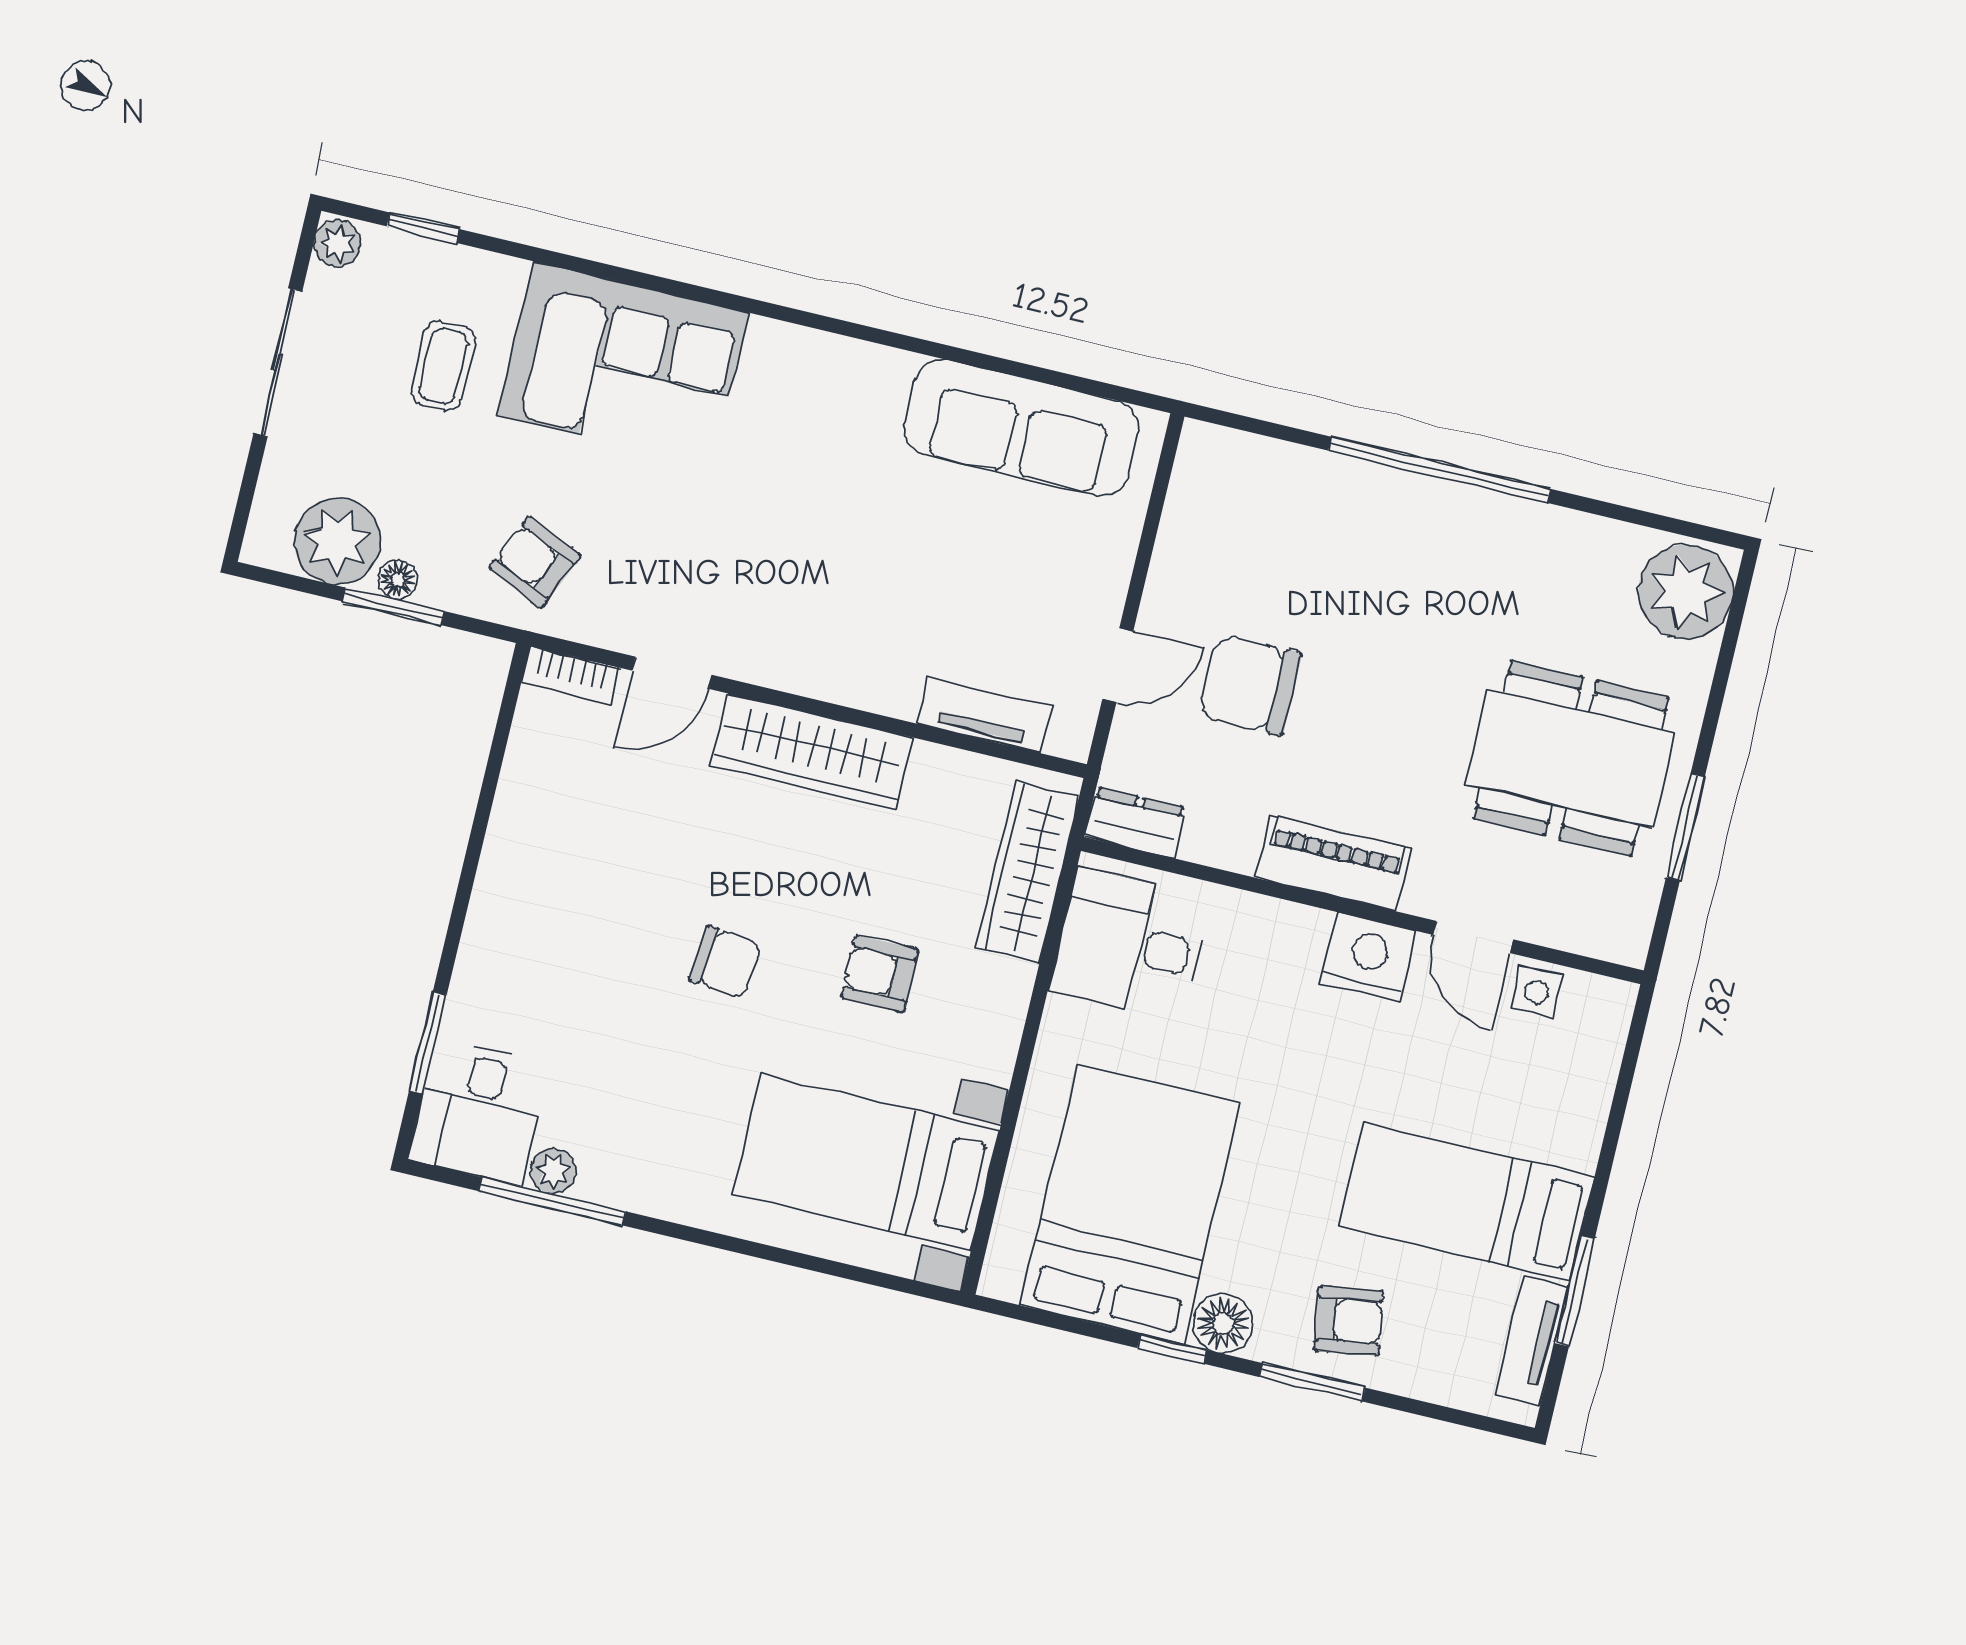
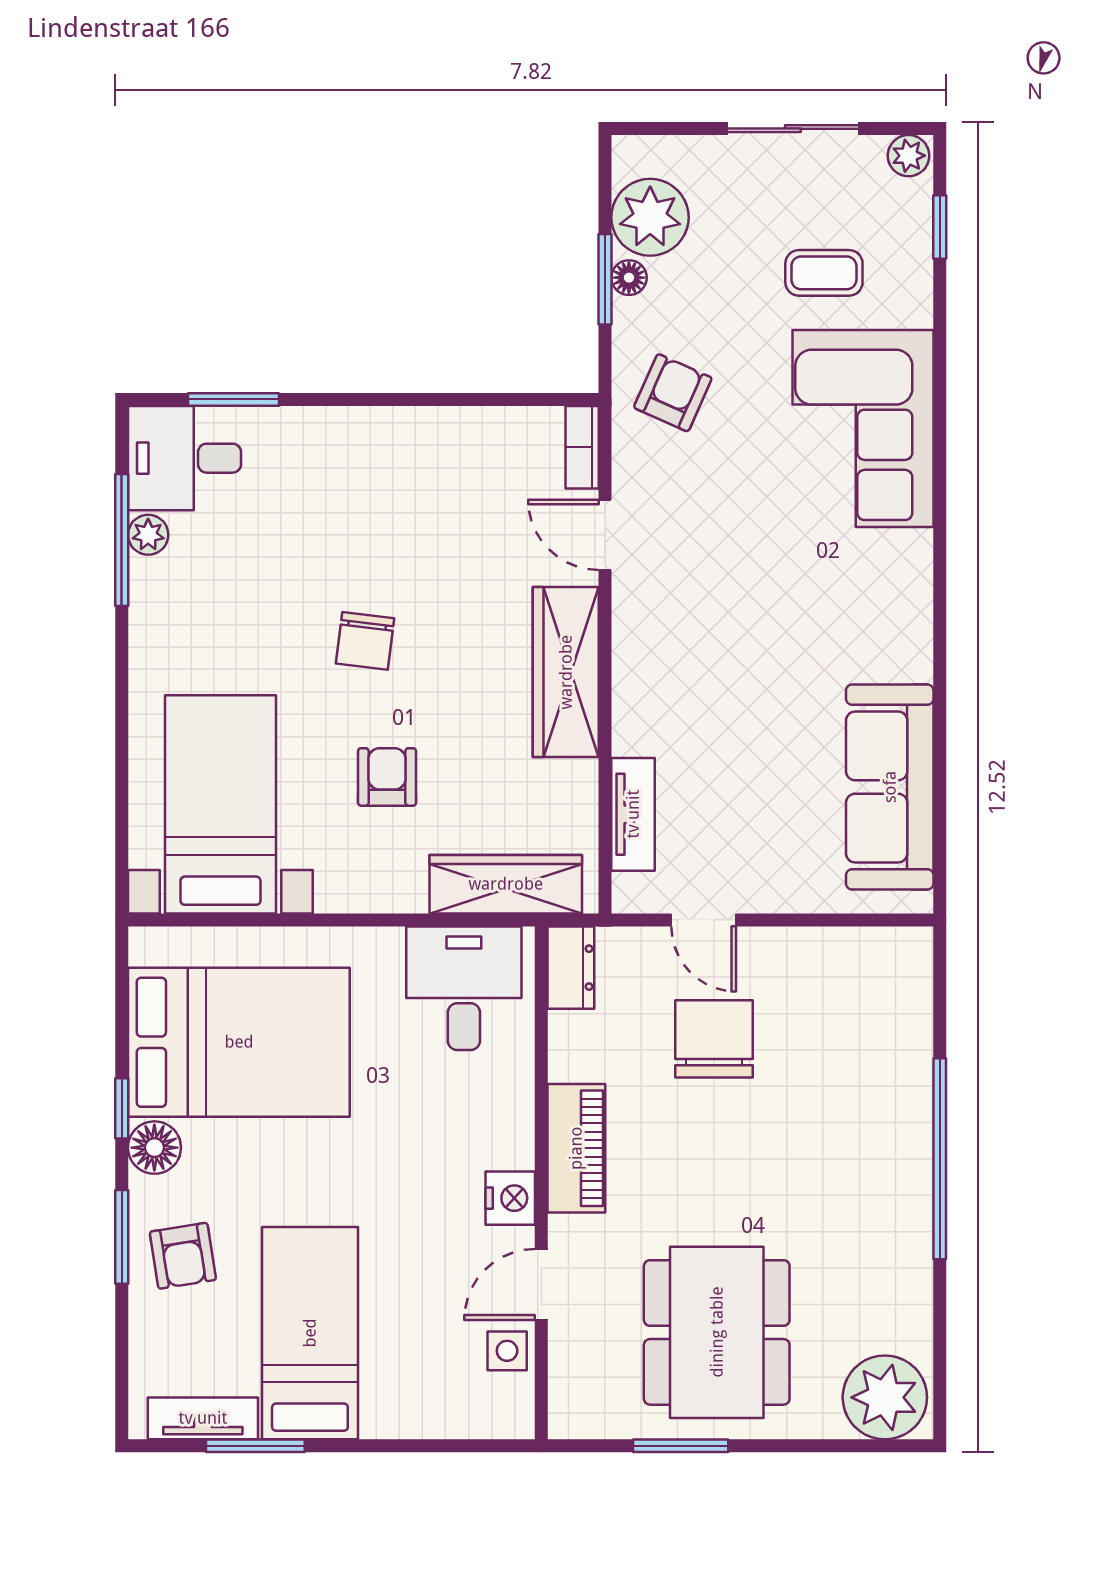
nightstand: (1369, 957) -> (510, 1198), width x0.74, depth x0.75

